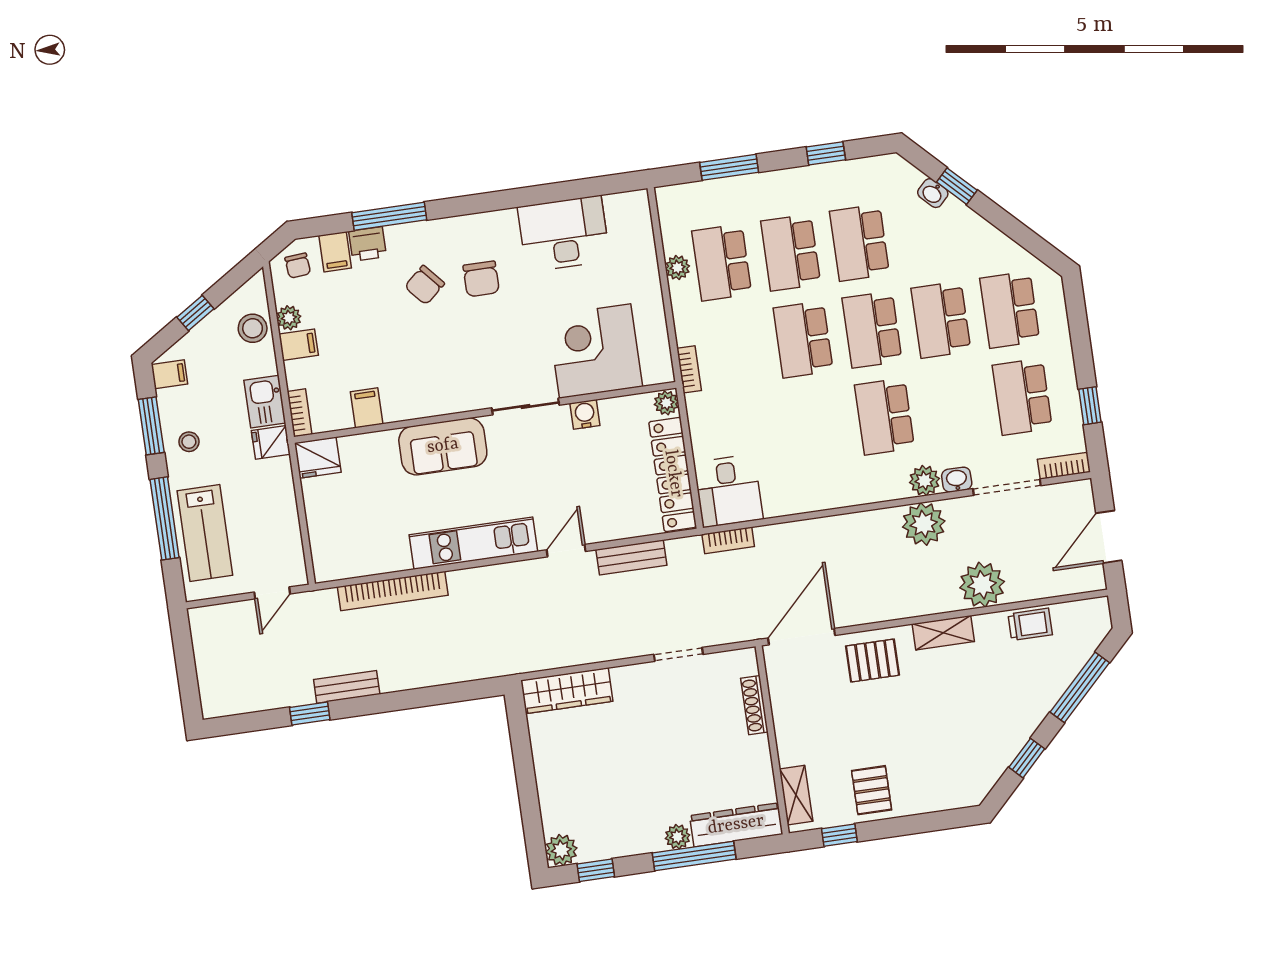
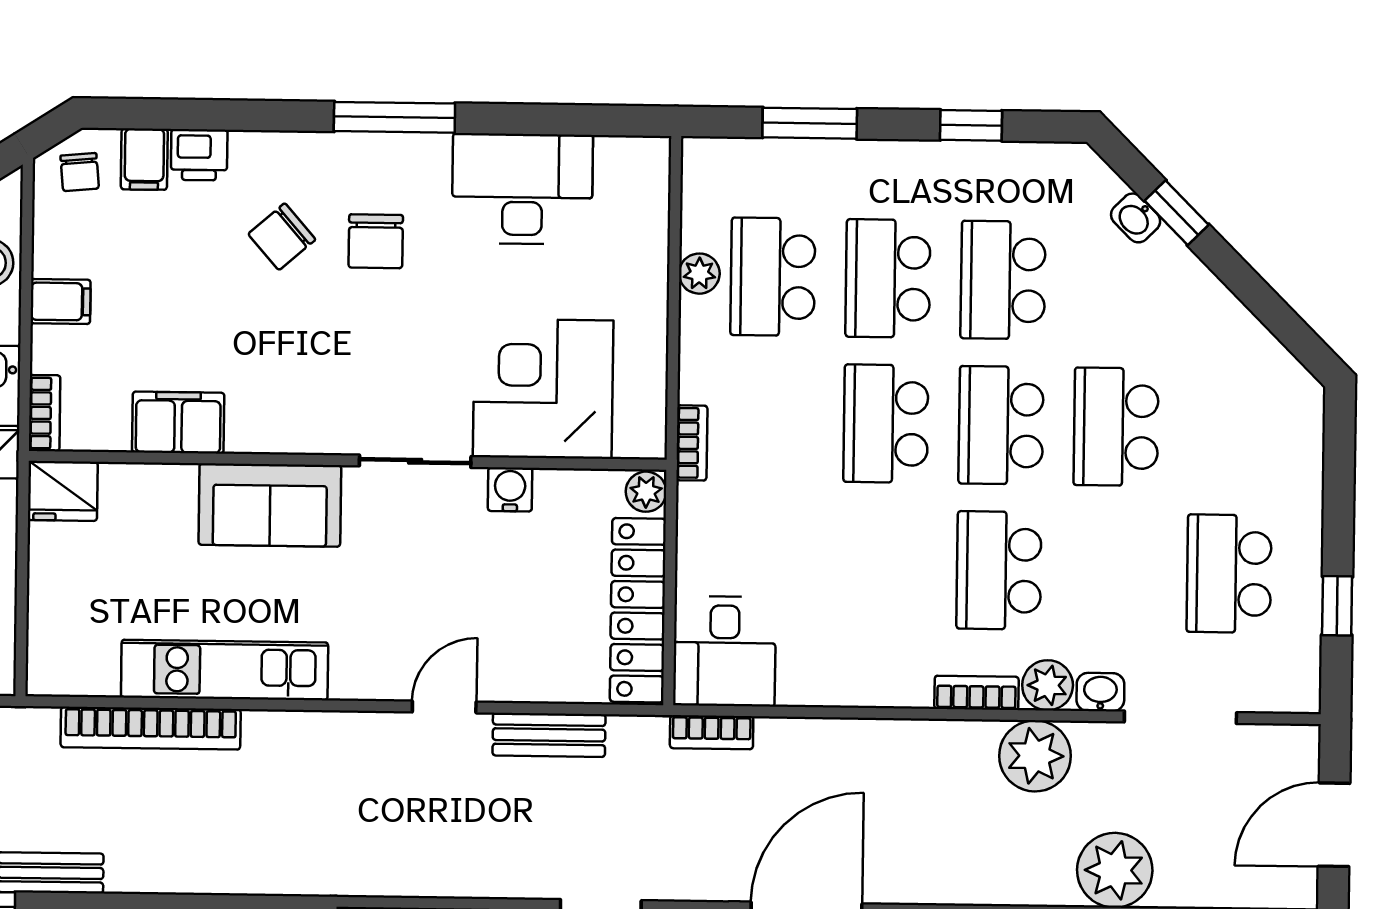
window: (389, 216) -> (394, 117), moved
school desk: (1010, 310) -> (1231, 428), removed
plant: (289, 318) -> (52, 255), removed
filing cabinet: (367, 408) -> (178, 423), width x2.00
bookcase: (1064, 466) -> (976, 693), moved
kitchen unit: (473, 543) -> (225, 670), moved

